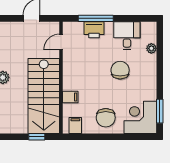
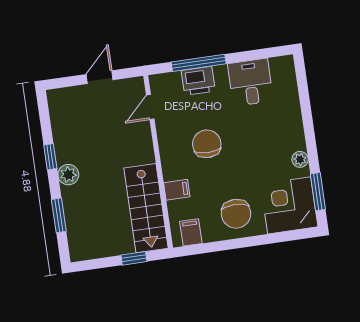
plant: (151, 48) -> (300, 159), moved
chair: (120, 70) -> (207, 144), moved
stairs: (44, 96) -> (146, 208), width x0.73, depth x0.66

